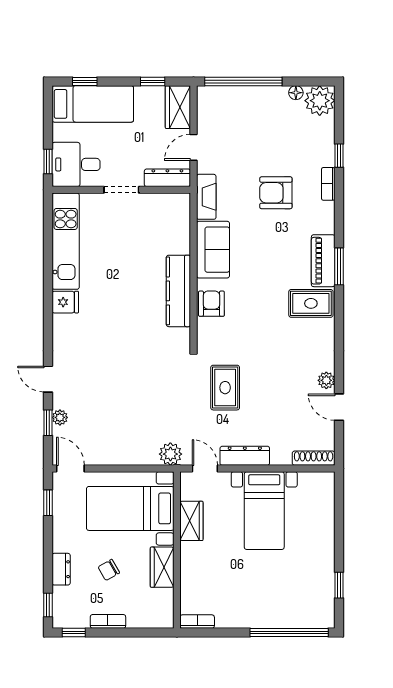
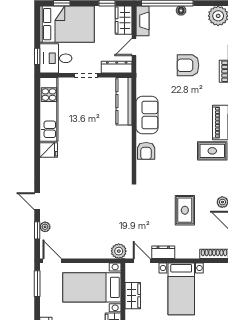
floor lamp: (296, 93) -> (181, 11), moved
bed: (93, 104) -> (67, 24), width x1.50
armchair: (276, 193) -> (188, 65), moved
fireplace: (206, 197) -> (143, 21), moved
kitchen counter: (178, 291) -> (124, 101), moved
armchair: (211, 304) -> (146, 151), turned 180
rug: (225, 388) -> (185, 210), moved
dresser: (245, 456) -> (163, 252), width x0.70
window: (48, 503) -> (37, 284), width x1.50

